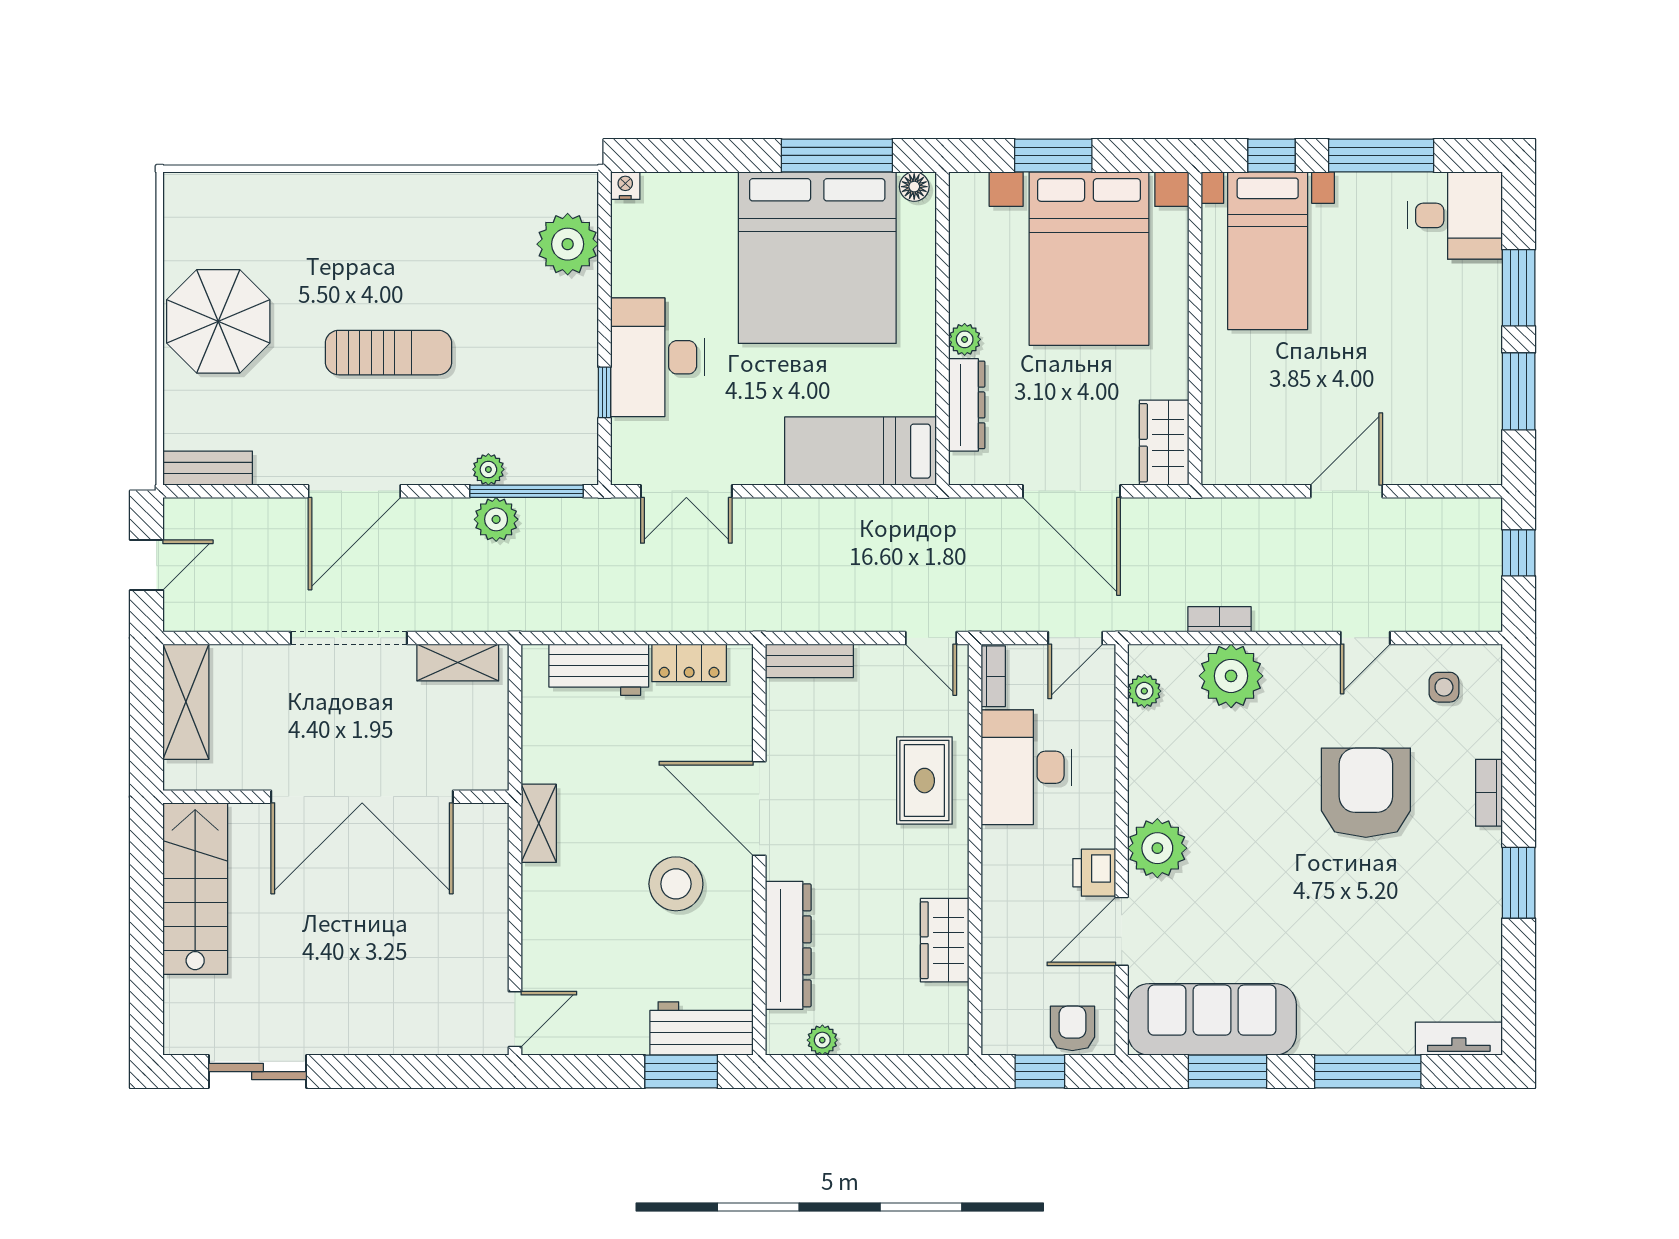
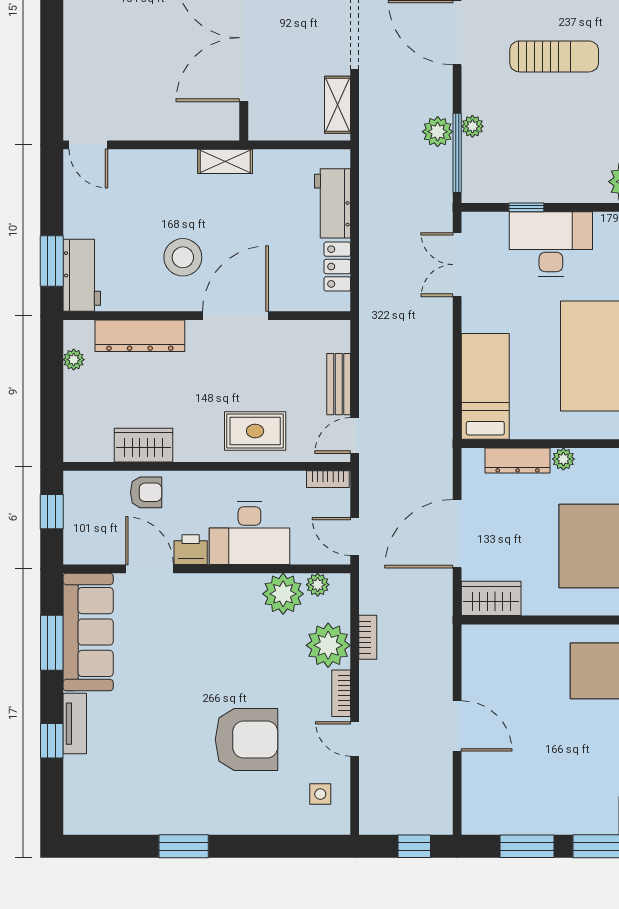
sun lounger: (389, 353) -> (554, 56), turned -90
bench: (809, 661) -> (339, 384), moved
desk: (1026, 767) -> (249, 533), moved, turned 180
bookcase: (1489, 793) -> (341, 693), moved, turned -90
plant: (1157, 848) -> (283, 594), moved
armchair: (1072, 1028) -> (146, 492), moved
tv unit: (1459, 1039) -> (75, 724), moved
window: (1368, 1072) -> (52, 741), width x0.46

